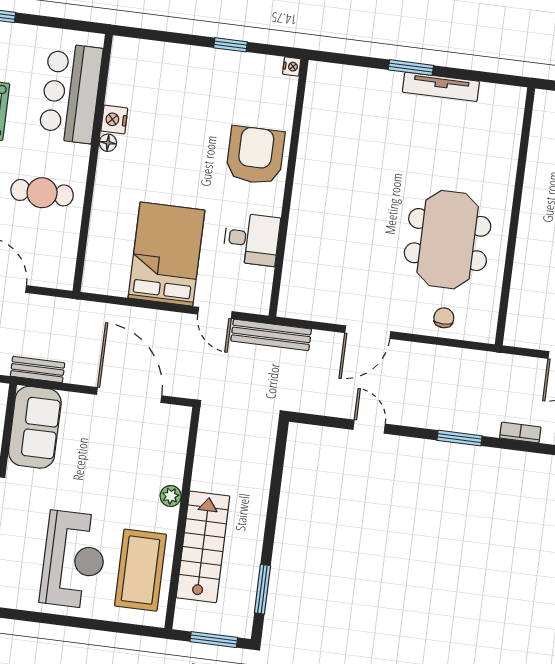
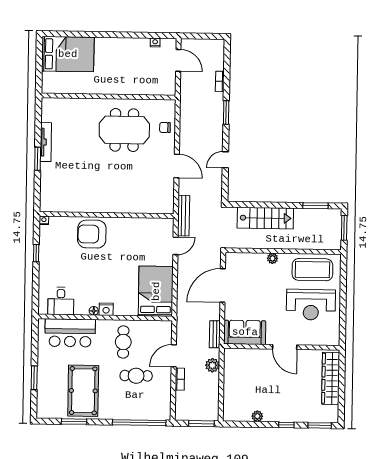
nightstand: (114, 120) -> (106, 309), moved
desk: (252, 239) -> (61, 301), moved, turned 180
bed: (166, 254) -> (156, 291), moved, turned 90
stairs: (203, 547) -> (265, 218), moved, turned 180
reception desk: (74, 560) -> (311, 305), turned 180

